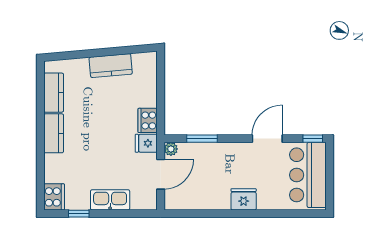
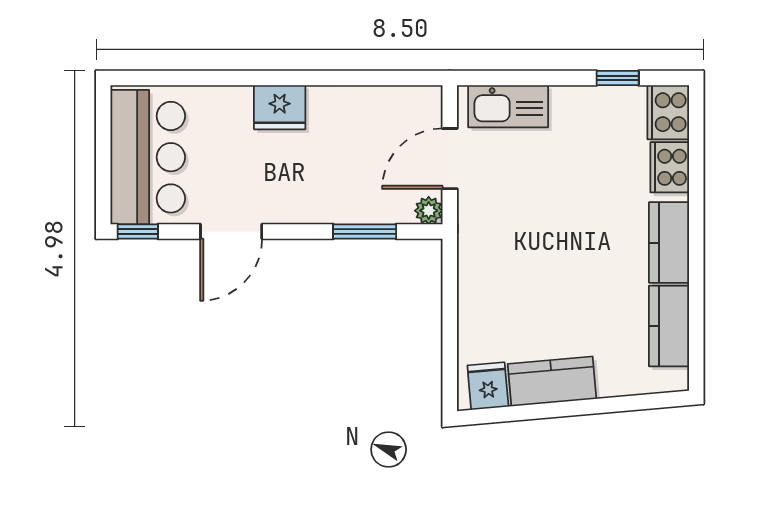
cooker: (148, 120) -> (670, 167), moved, turned 180
fridge: (146, 143) -> (488, 386), moved, turned -95
kitchen sink: (110, 200) -> (508, 106), moved

